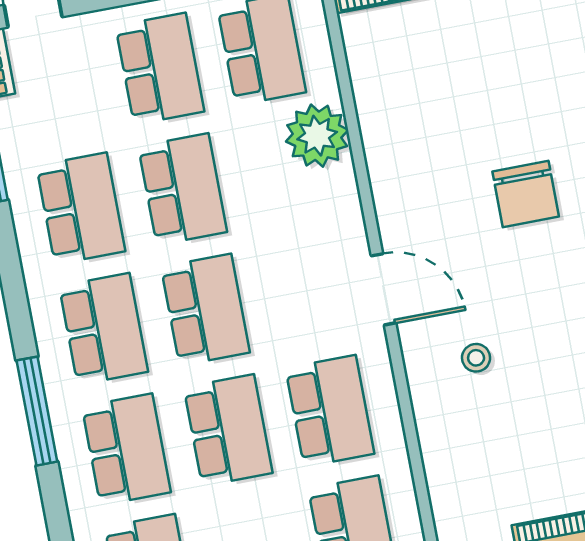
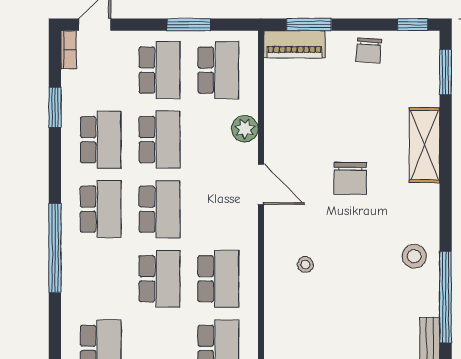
plant: (317, 136) -> (245, 129), width x0.73, depth x0.73
door: (384, 289) -> (261, 184), moved
window: (37, 411) -> (55, 248), width x1.46
school desk: (126, 449) -> (101, 279), removed

